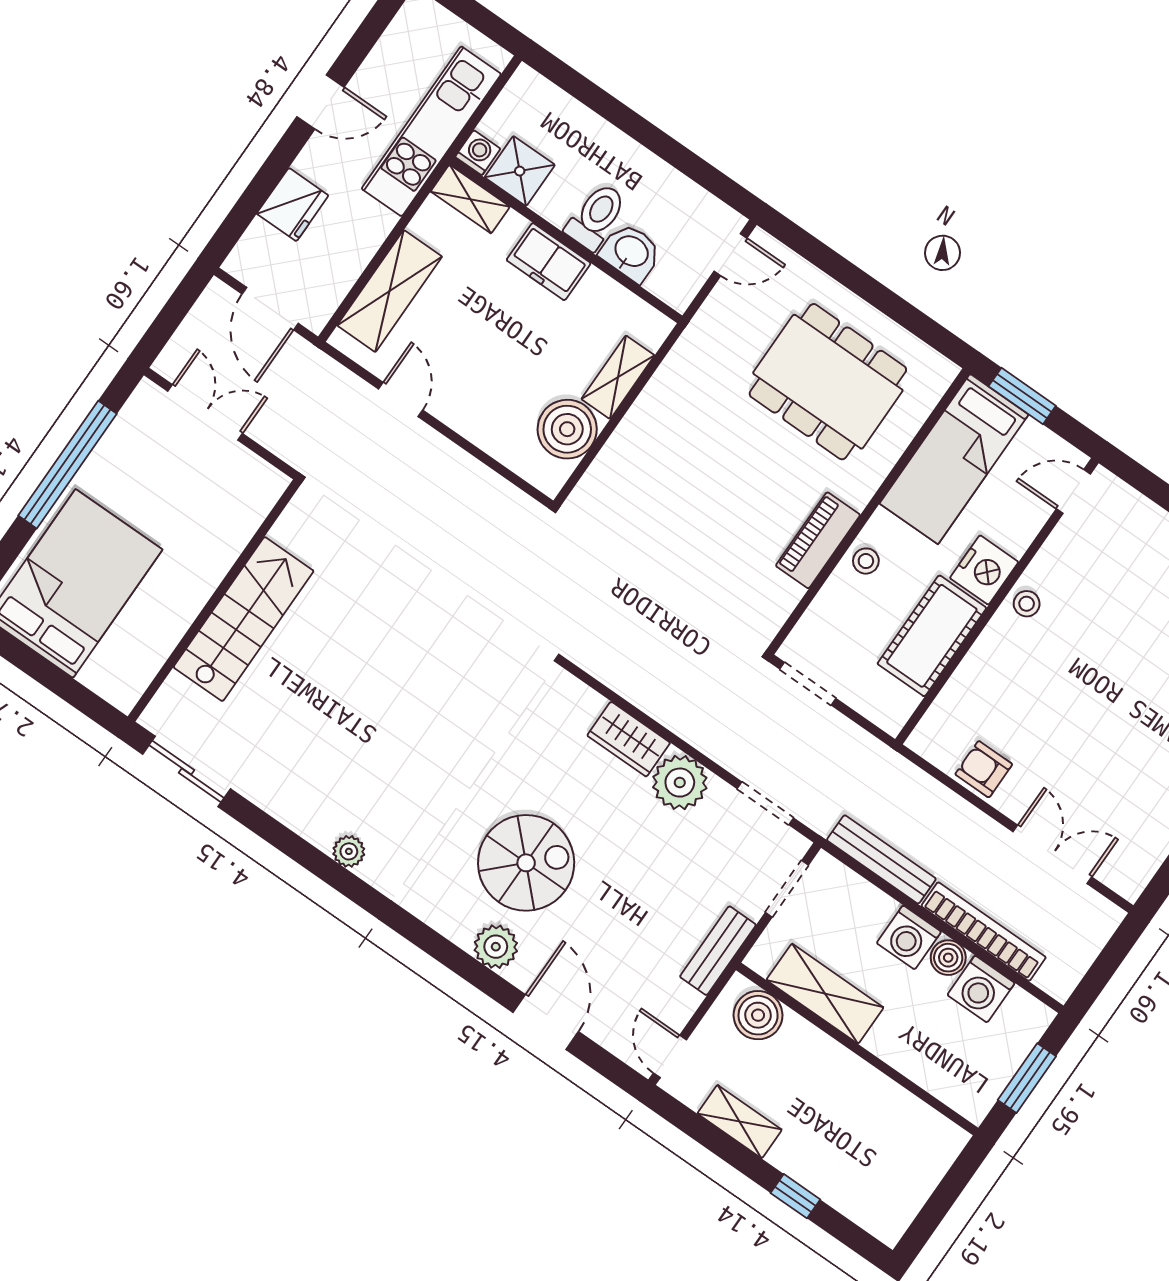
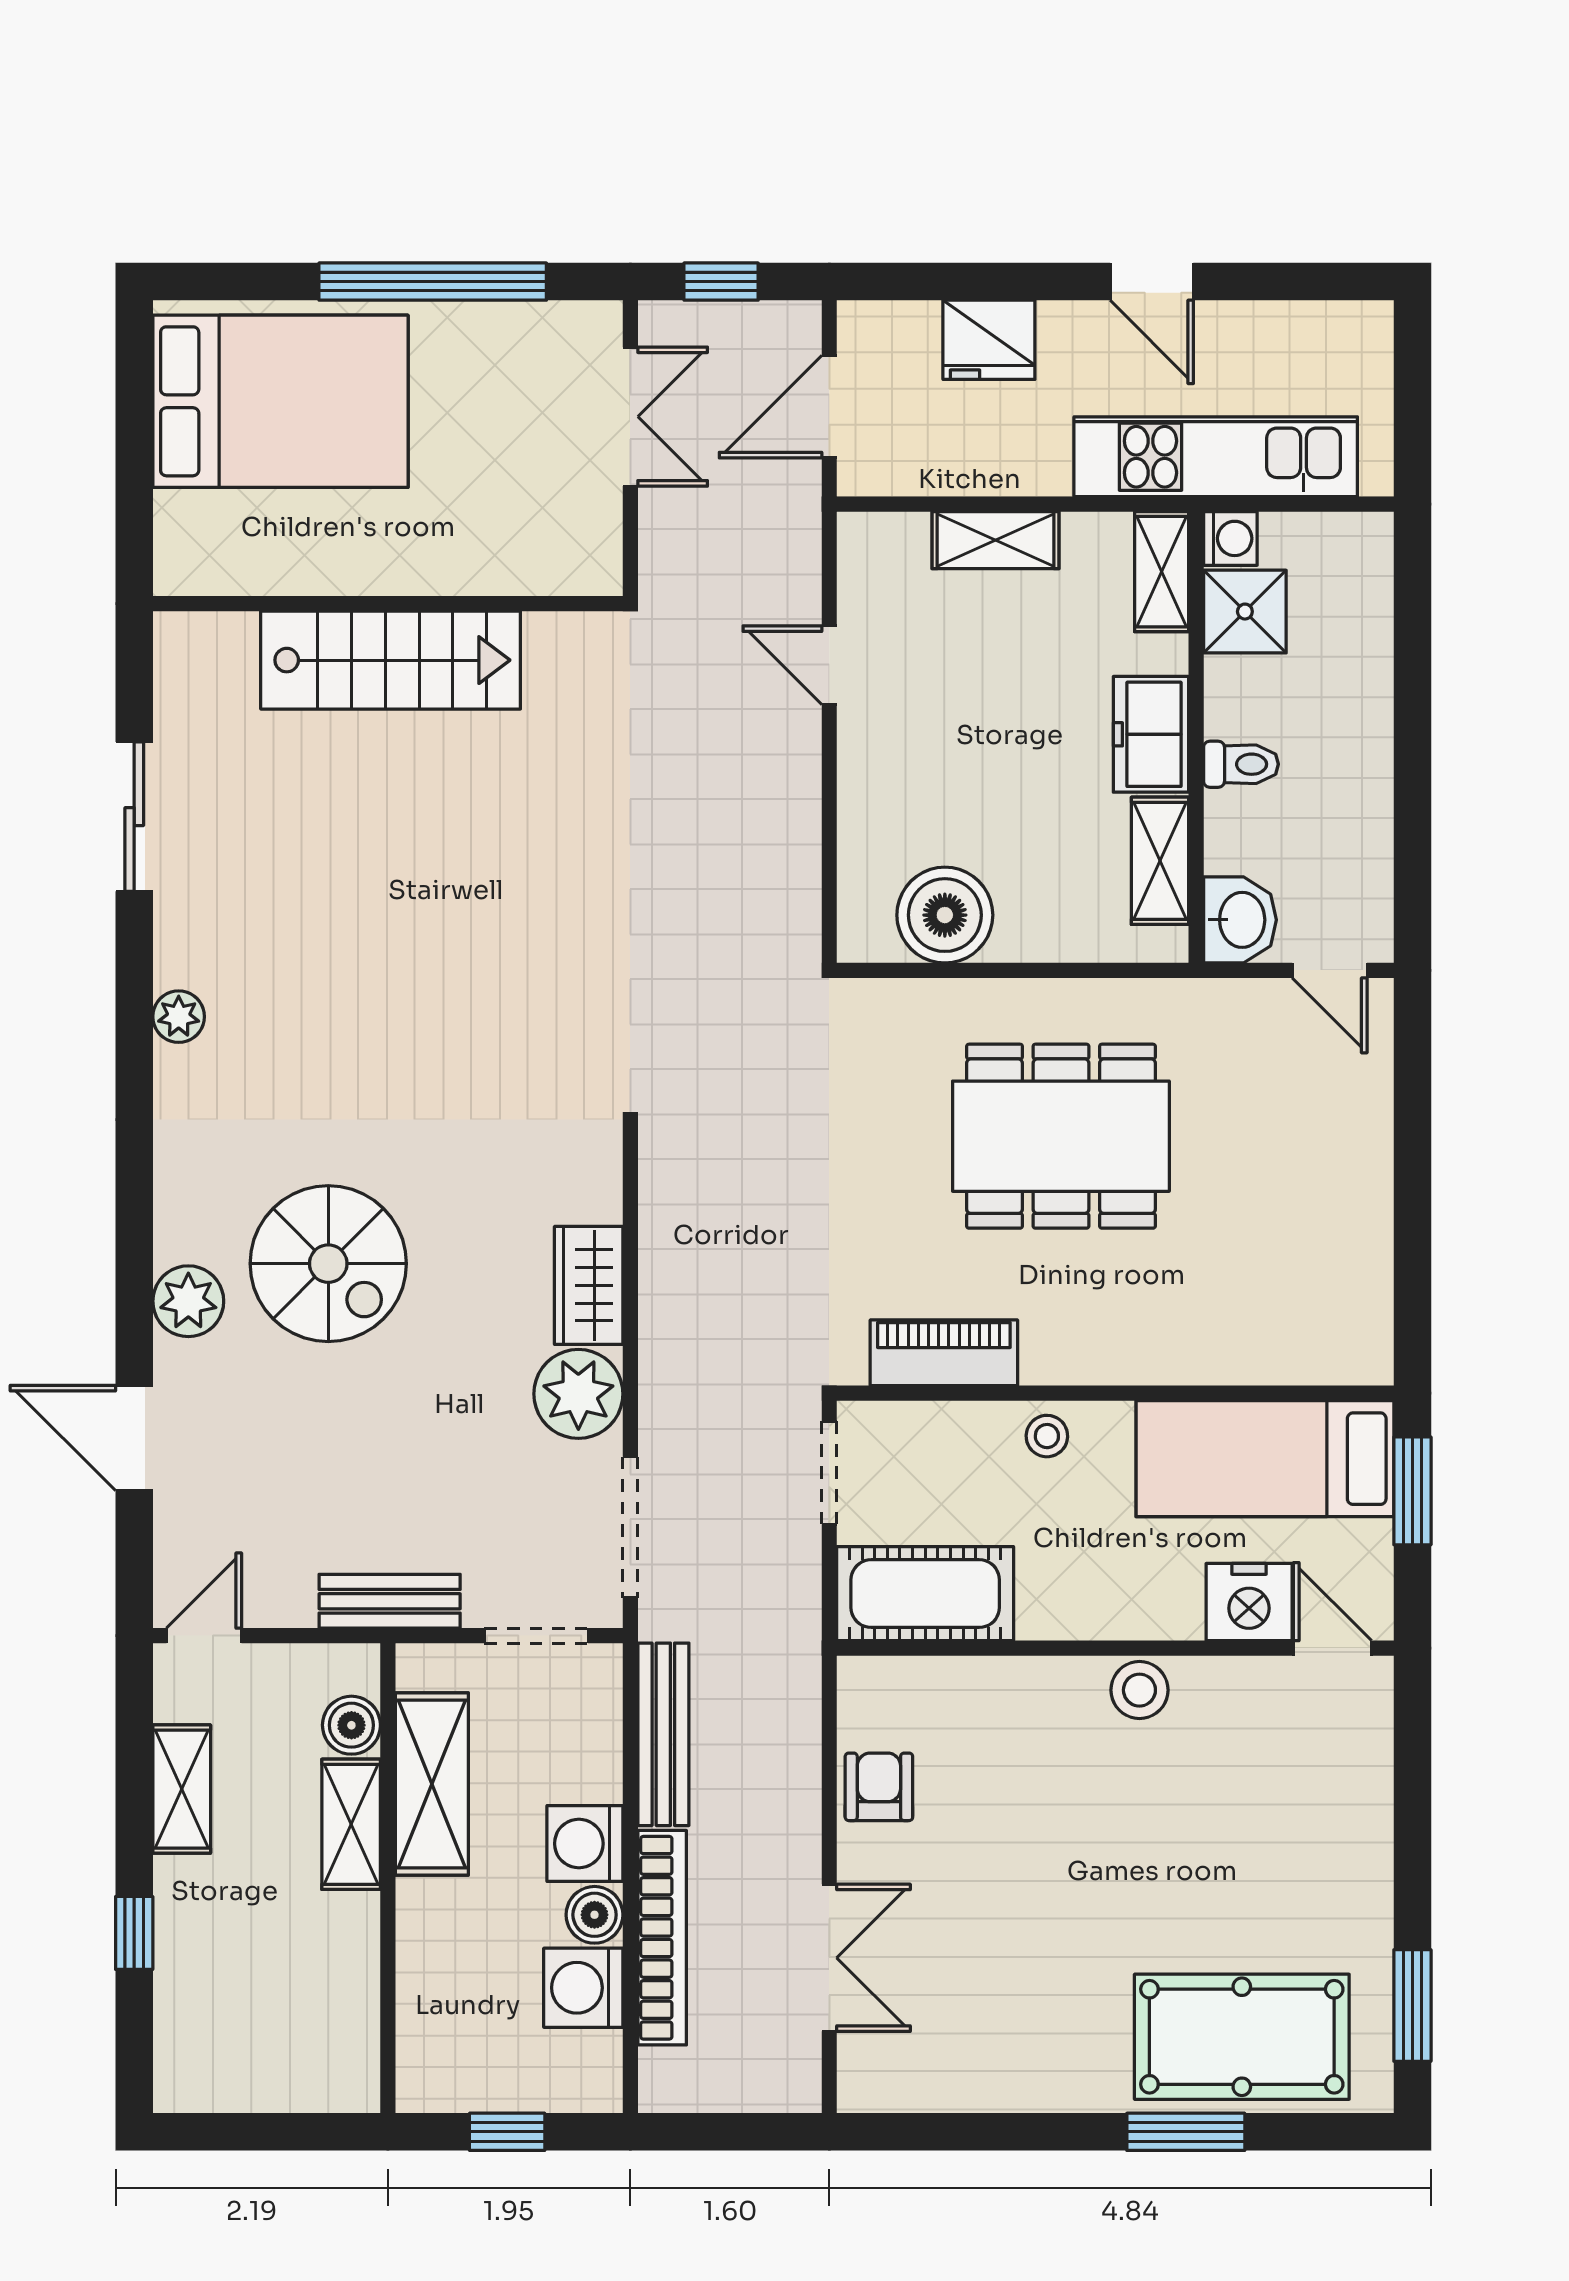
toilet: (596, 216) -> (1241, 764), width x0.73, depth x0.72
washbasin: (631, 252) -> (1240, 920), moved
shelving: (390, 291) -> (996, 540), width x0.67, depth x0.75
window: (169, 319) -> (721, 282), added
shelving: (618, 377) -> (1160, 861), moved, turned 90
dining table: (828, 382) -> (1061, 1136), moved, turned 90
door: (401, 400) -> (829, 665), swing flipped
piano: (818, 540) -> (944, 1353), moved
nightstand: (984, 570) -> (1249, 1602), moved
stool: (1027, 604) -> (1139, 1690), width x1.37, depth x1.37
cot: (932, 636) -> (925, 1594), moved
sliding door: (187, 771) -> (134, 817), moved
doorway: (765, 803) -> (630, 1527), width x1.38
boiler: (758, 1015) -> (351, 1725), width x0.73, depth x0.73
door: (546, 1022) -> (134, 1438), swing flipped
shelving: (817, 1049) -> (351, 1824), added
window: (1027, 1078) -> (507, 2132), width x0.67

